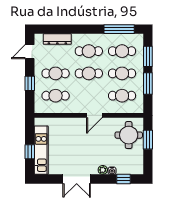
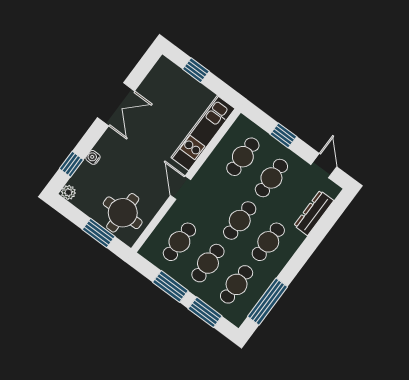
kitchen unit: (41, 150) -> (203, 133), moved, turned 90
plant: (103, 170) -> (68, 192), moved
double door: (77, 179) -> (116, 104), swing flipped

